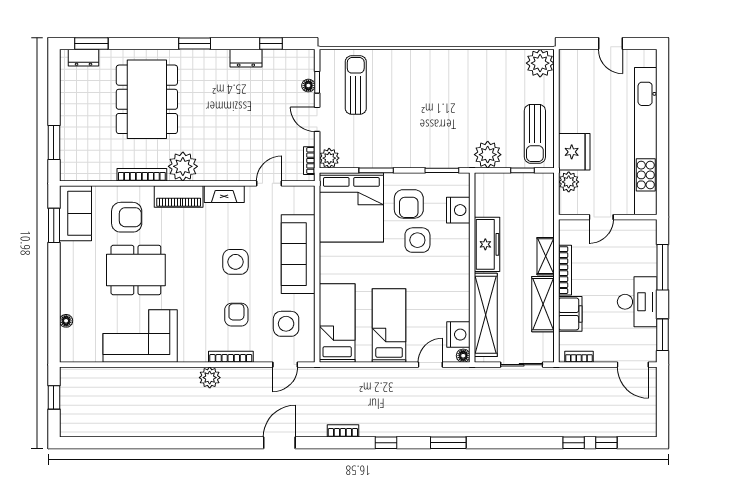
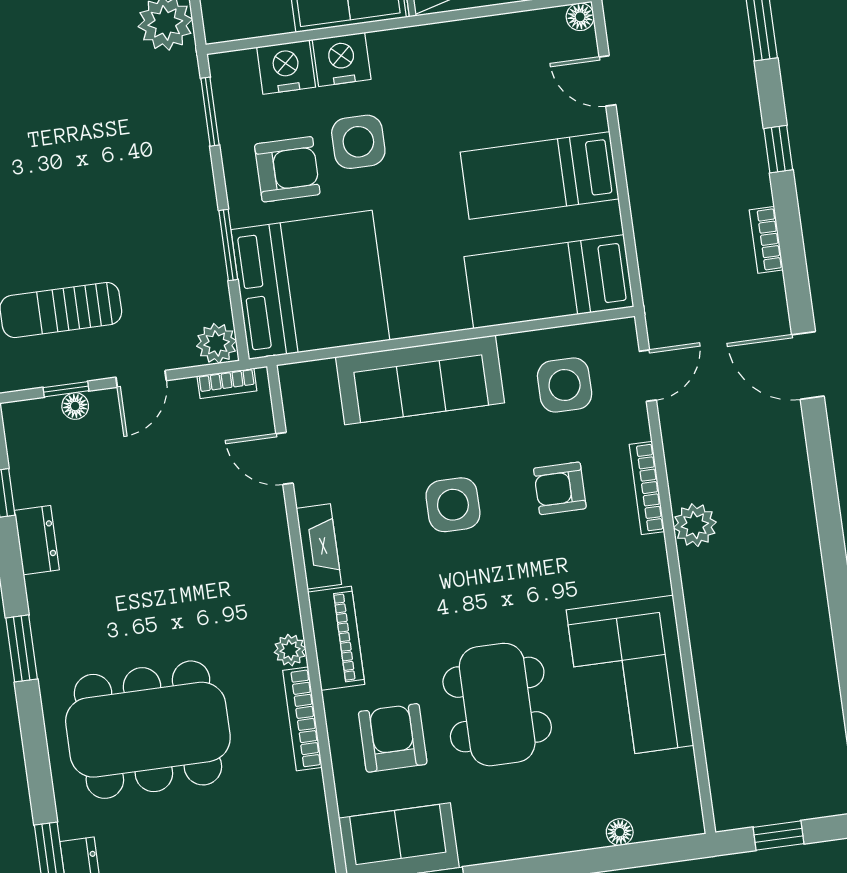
plant: (183, 166) -> (290, 650), width x0.53, depth x0.53
nightstand: (458, 335) -> (342, 59), moved
door: (285, 365) -> (648, 376), hinge flipped

